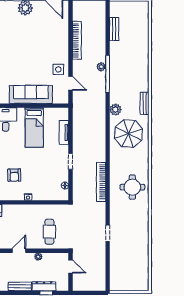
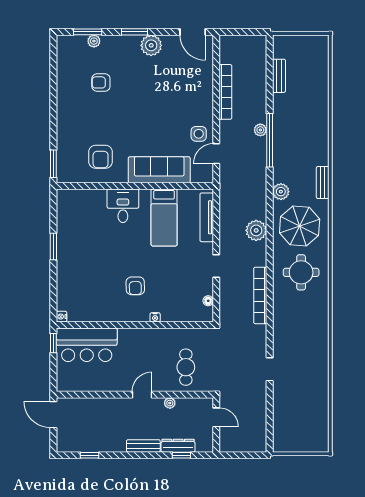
door: (71, 83) -> (216, 154), swing flipped
tv unit: (64, 132) -> (207, 217), width x1.41
plant: (98, 137) -> (256, 230), added
round table: (132, 187) -> (301, 272), moved

